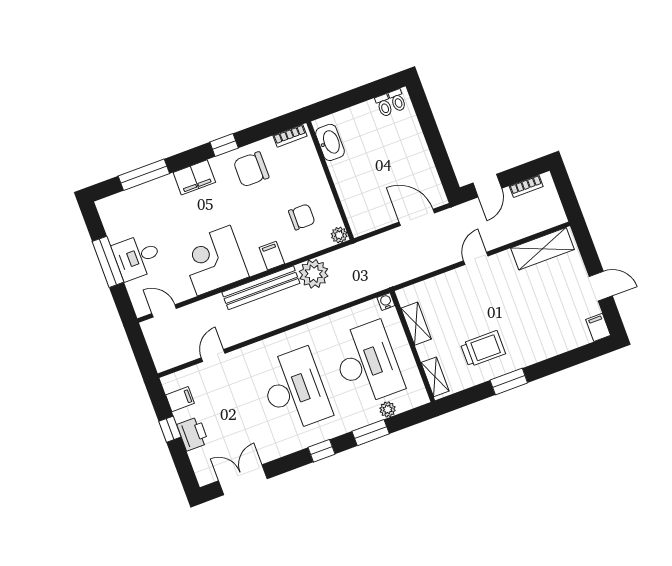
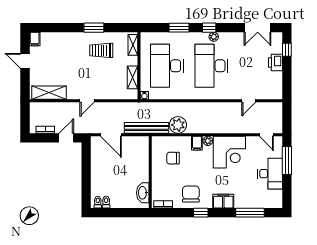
chair: (251, 169) -> (191, 194), turned -90
plant: (339, 235) -> (208, 141), moved
desk: (137, 257) -> (270, 174), width x1.37
window: (108, 262) -> (287, 161), moved
bench: (261, 288) -> (146, 128), moved
filing cabinet: (180, 399) -> (275, 84), removed
plant: (388, 409) -> (214, 37), moved
window: (170, 429) -> (287, 50), moved

